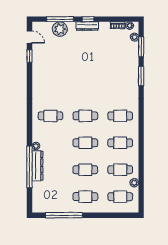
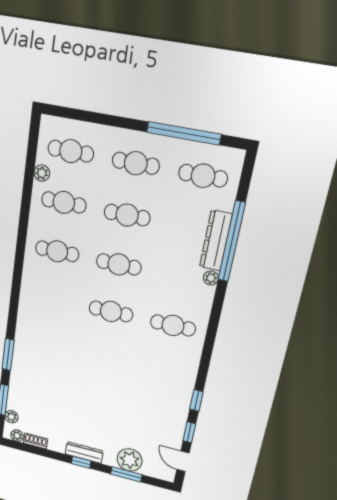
window: (60, 19) -> (126, 474), width x0.69
window: (29, 76) -> (196, 400), added
cafe table: (120, 116) -> (203, 176), moved

